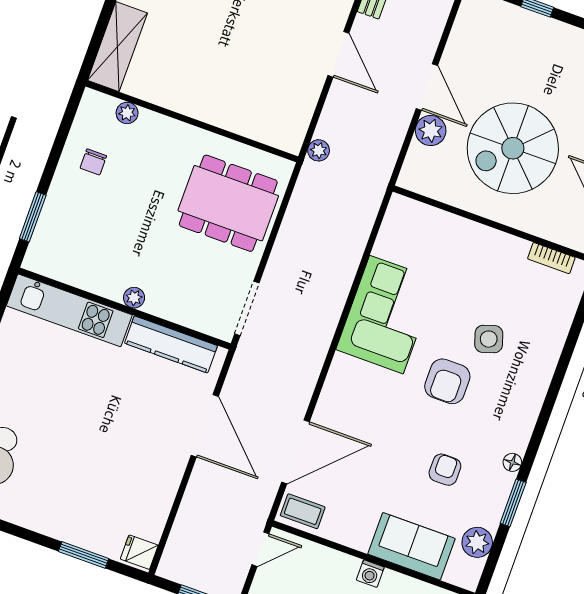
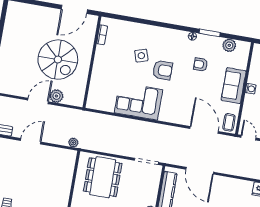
door: (205, 426) -> (200, 171), swing flipped
sofa: (411, 546) -> (234, 86), moved

